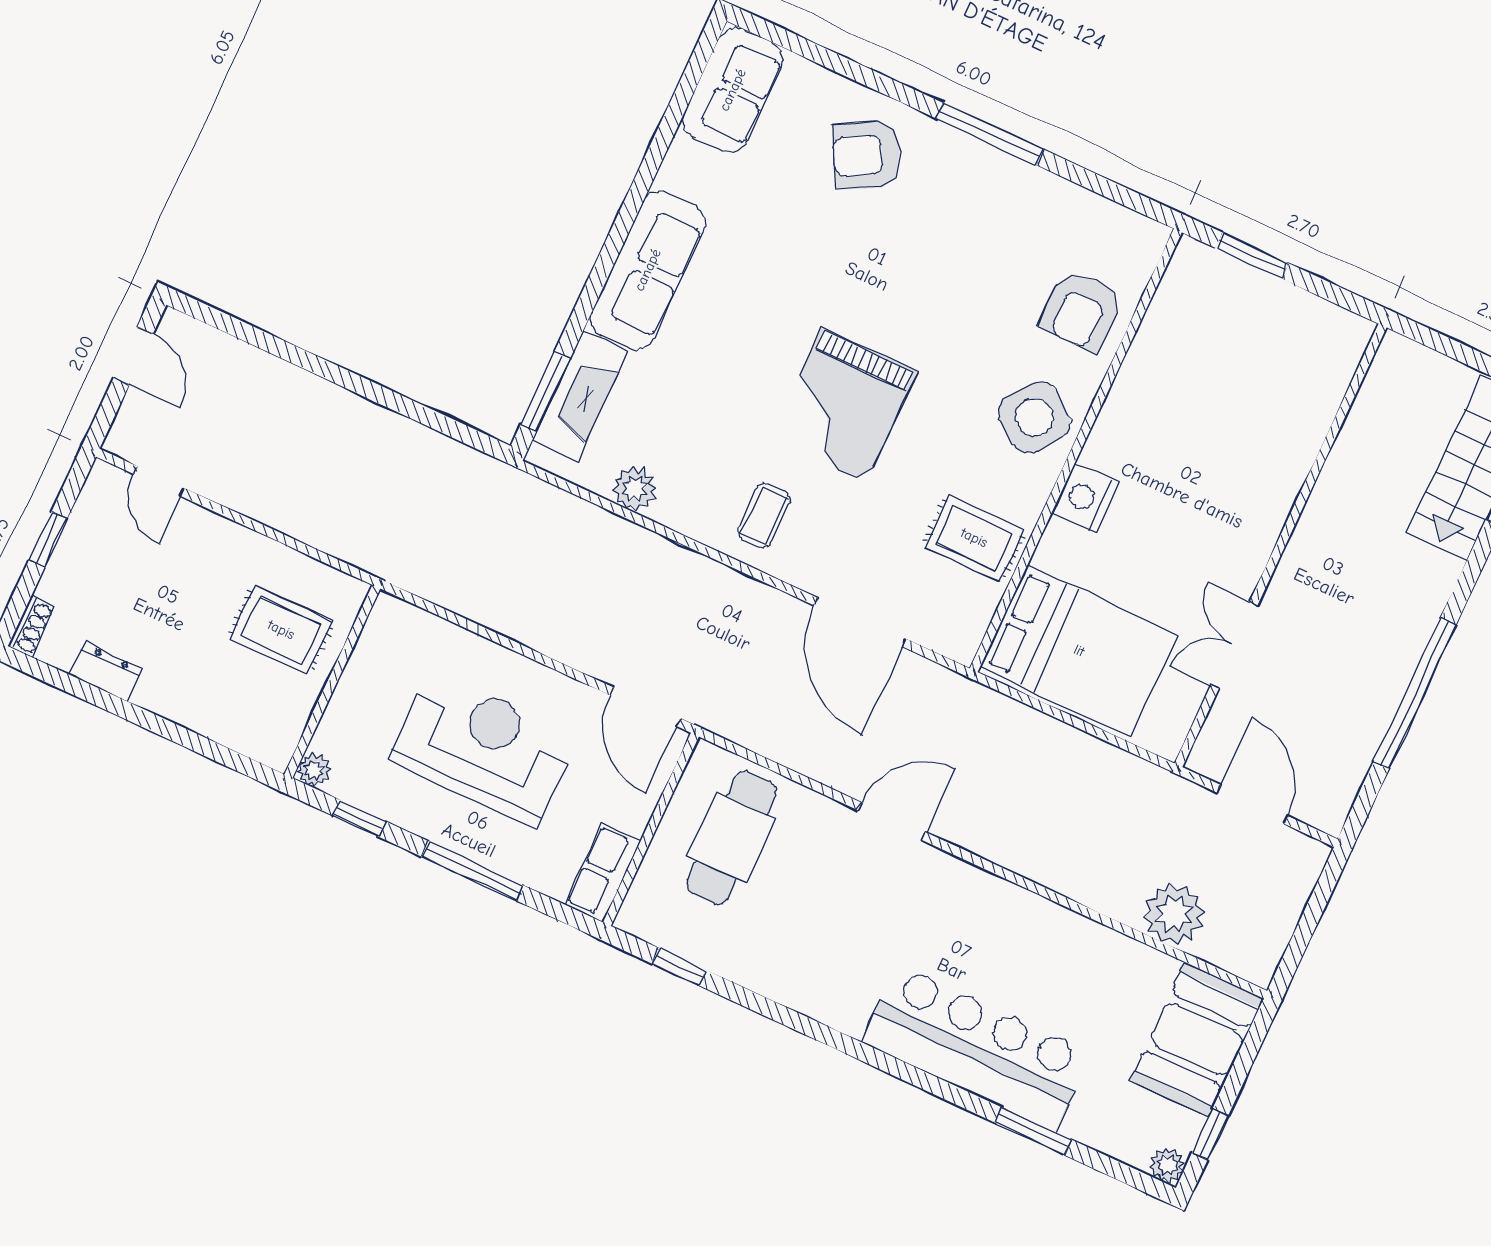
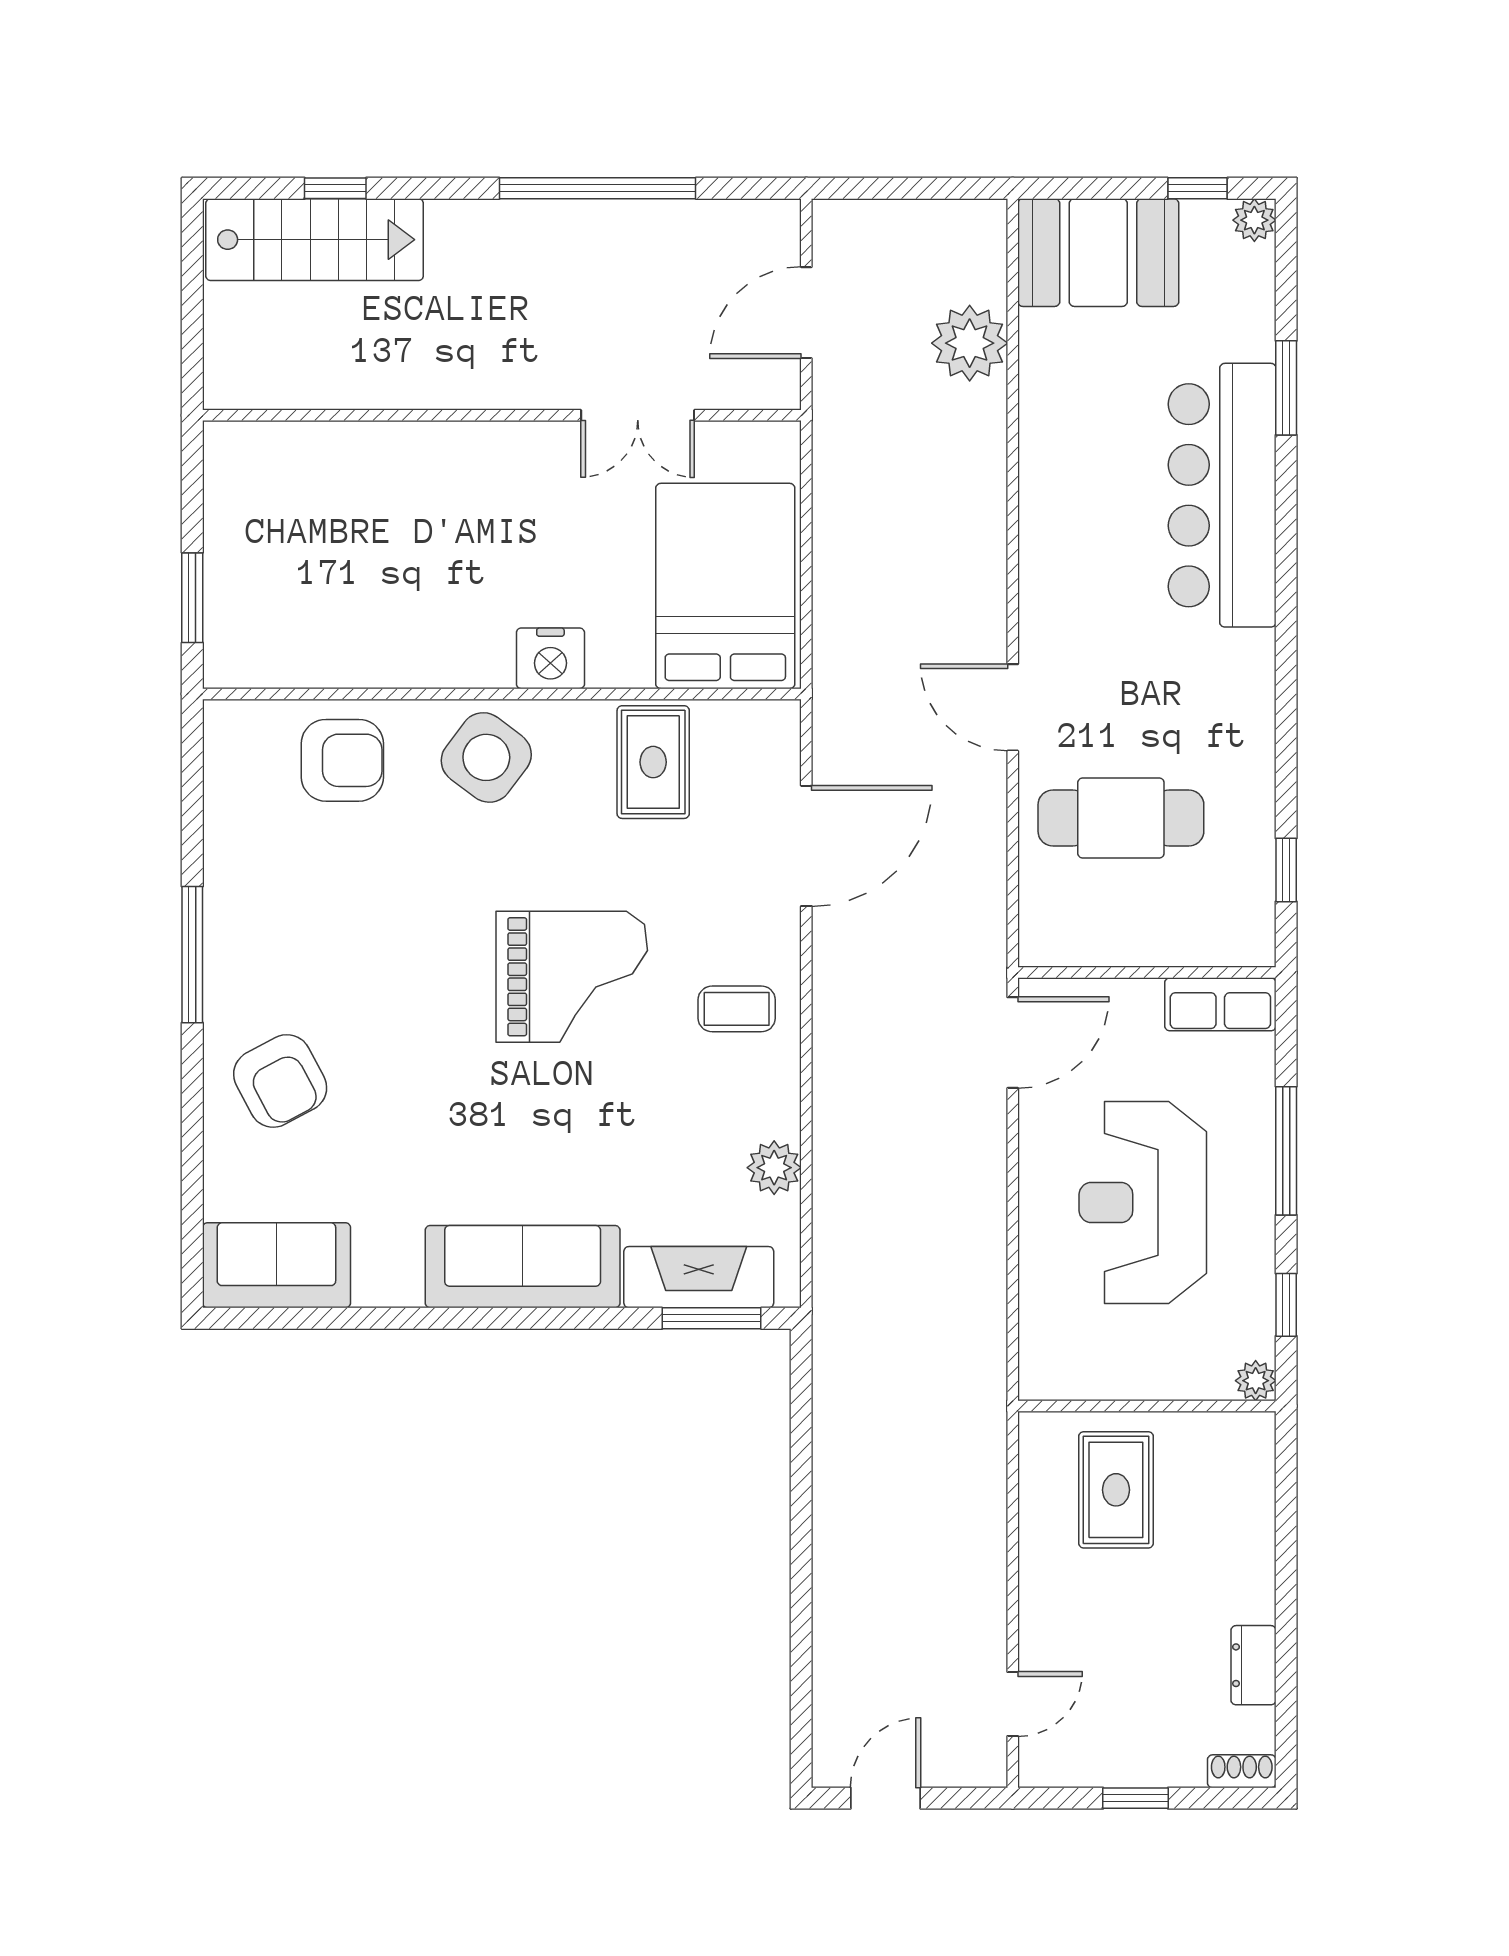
cafe table: (731, 838) -> (1121, 818), moved

